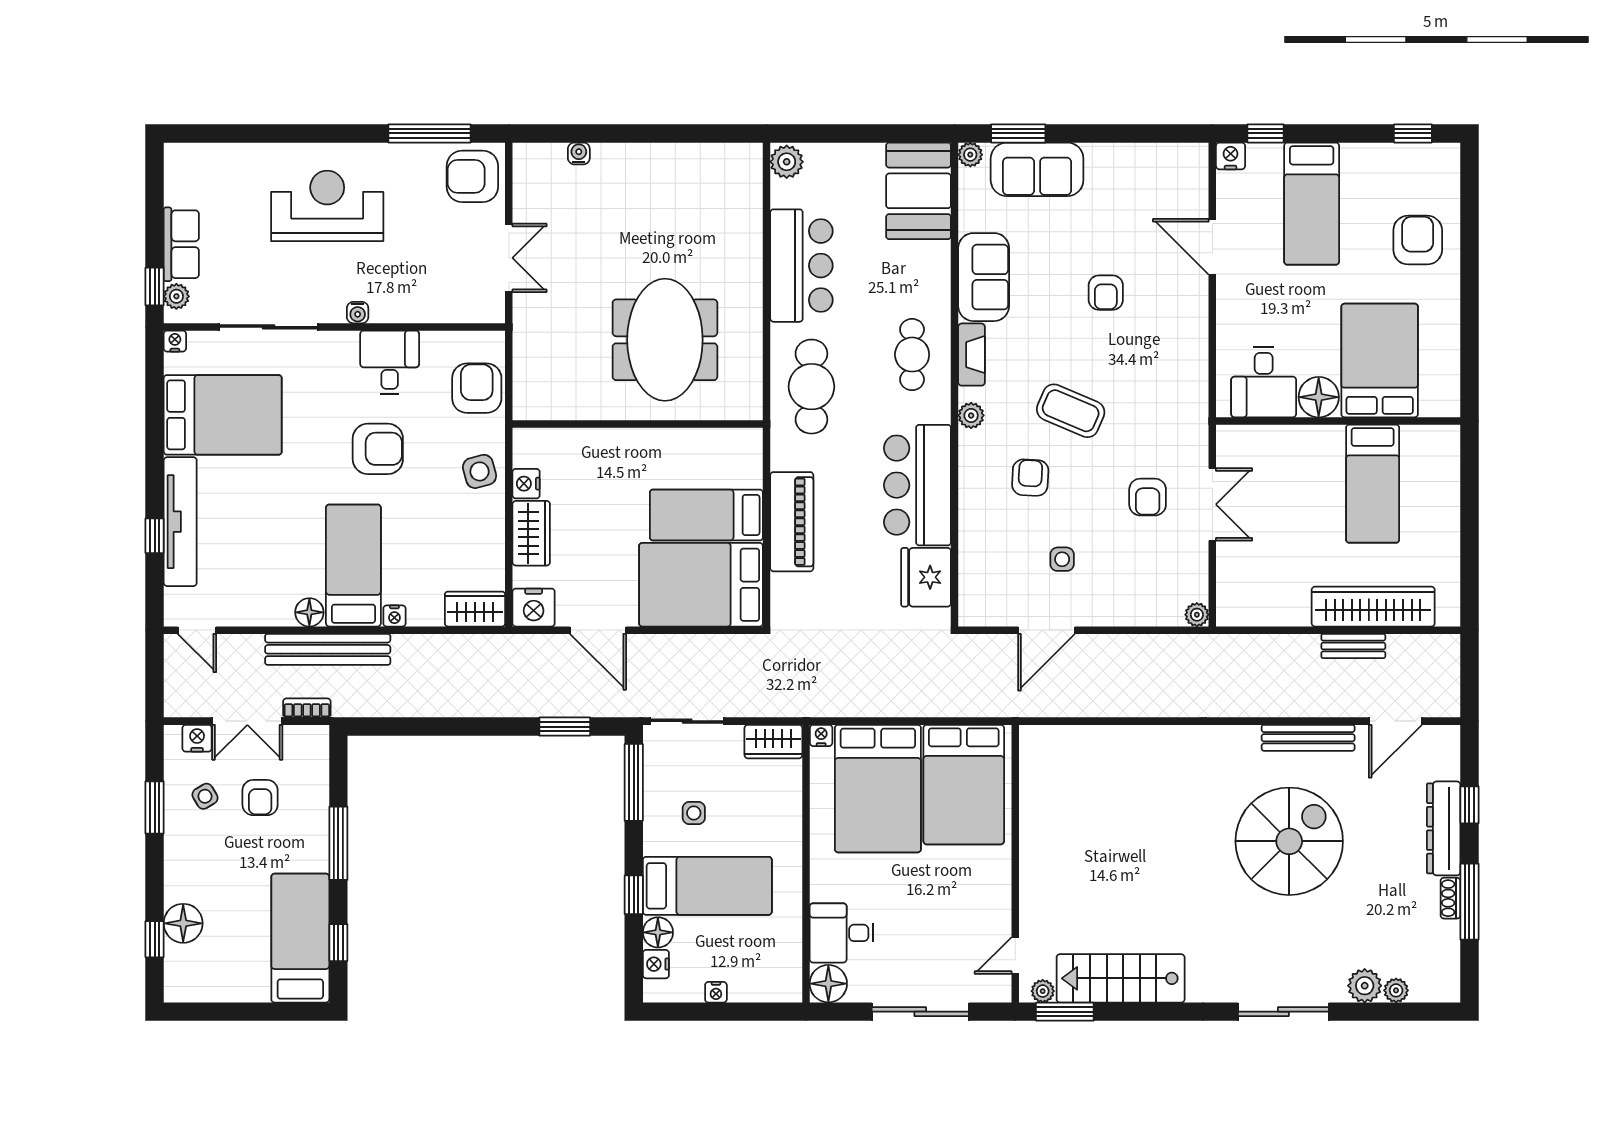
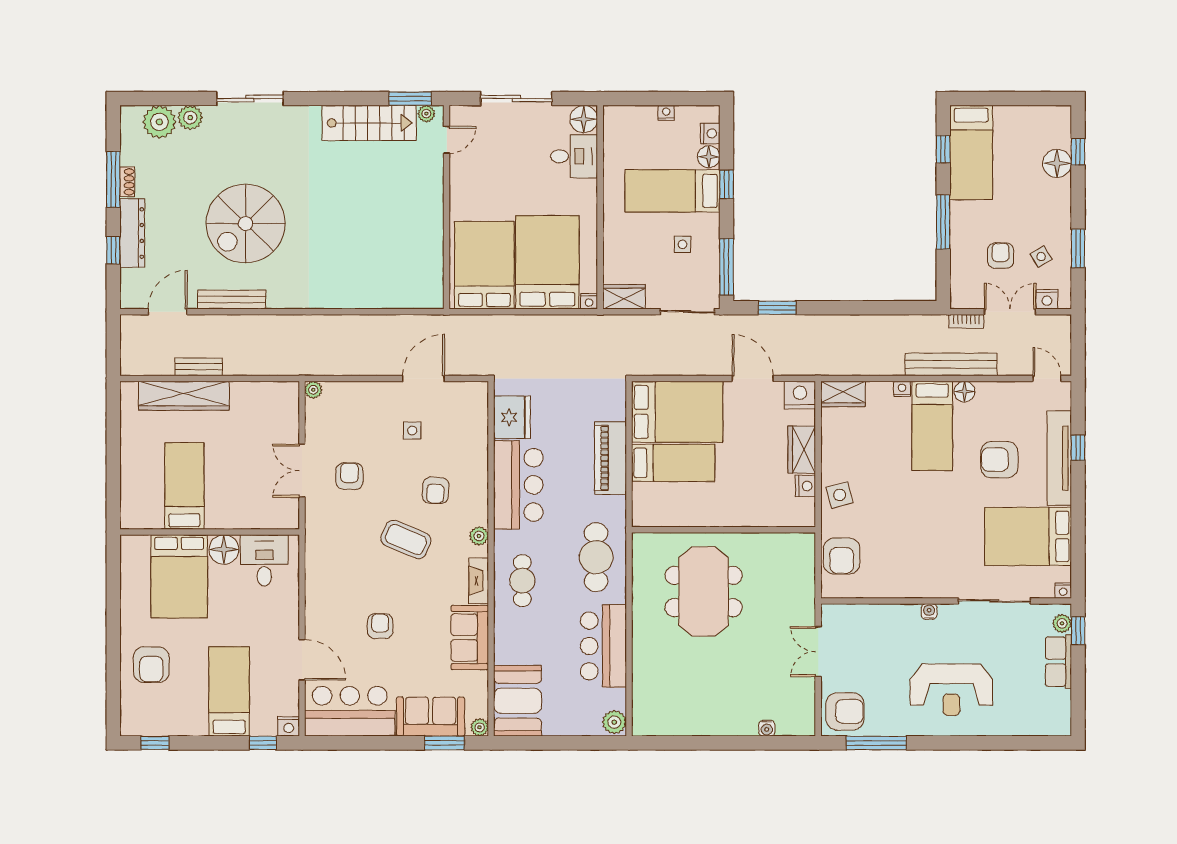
bar counter: (1147, 177) -> (350, 711), added
desk: (390, 362) -> (906, 575), removed
armchair: (378, 449) -> (999, 460), moved
plant: (1396, 990) -> (159, 122), width x1.87, depth x1.87

